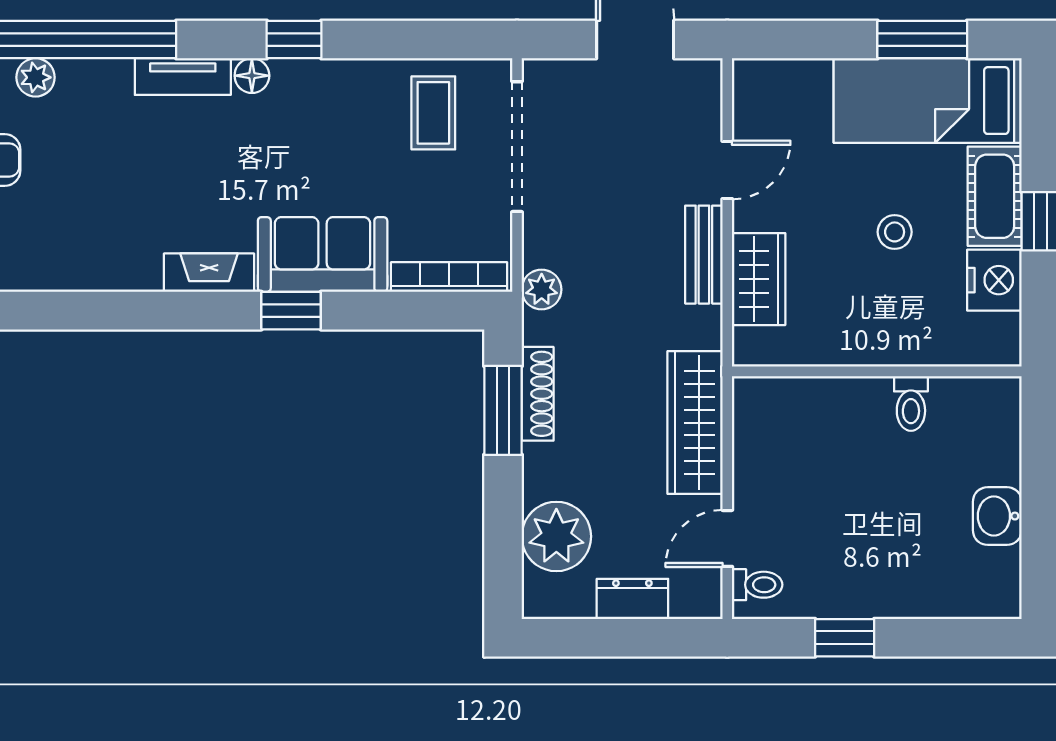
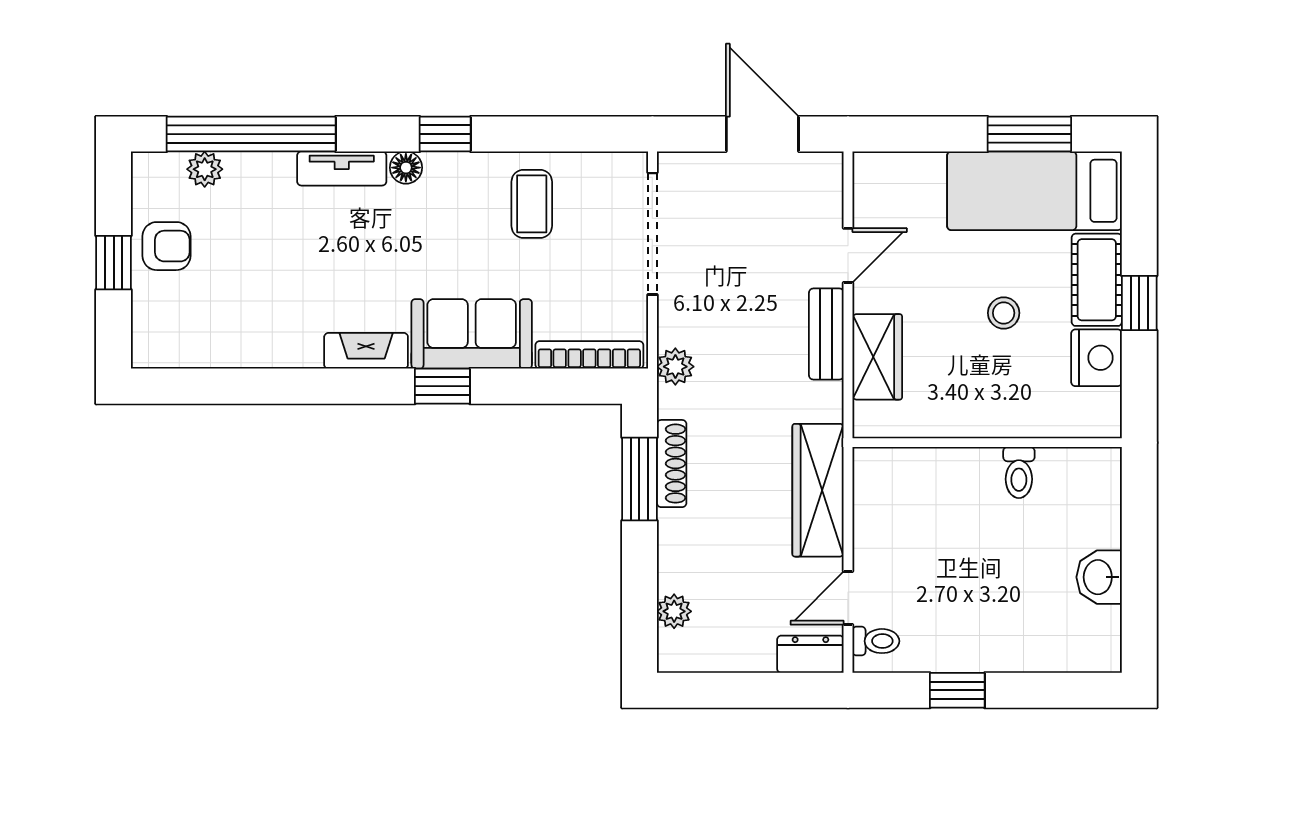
coffee table: (433, 113) -> (532, 204), moved
plant: (556, 536) -> (674, 611), width x0.53, depth x0.53
dresser: (632, 599) -> (810, 654), moved

